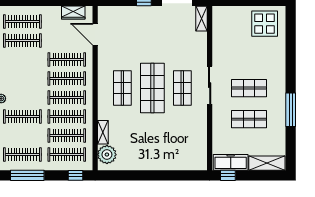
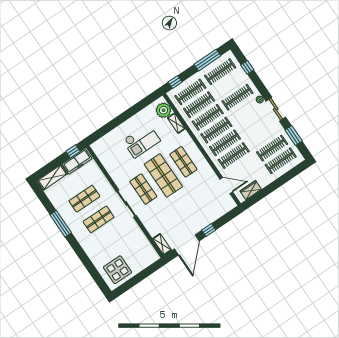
checkout: (150, 139) -> (142, 141), added

